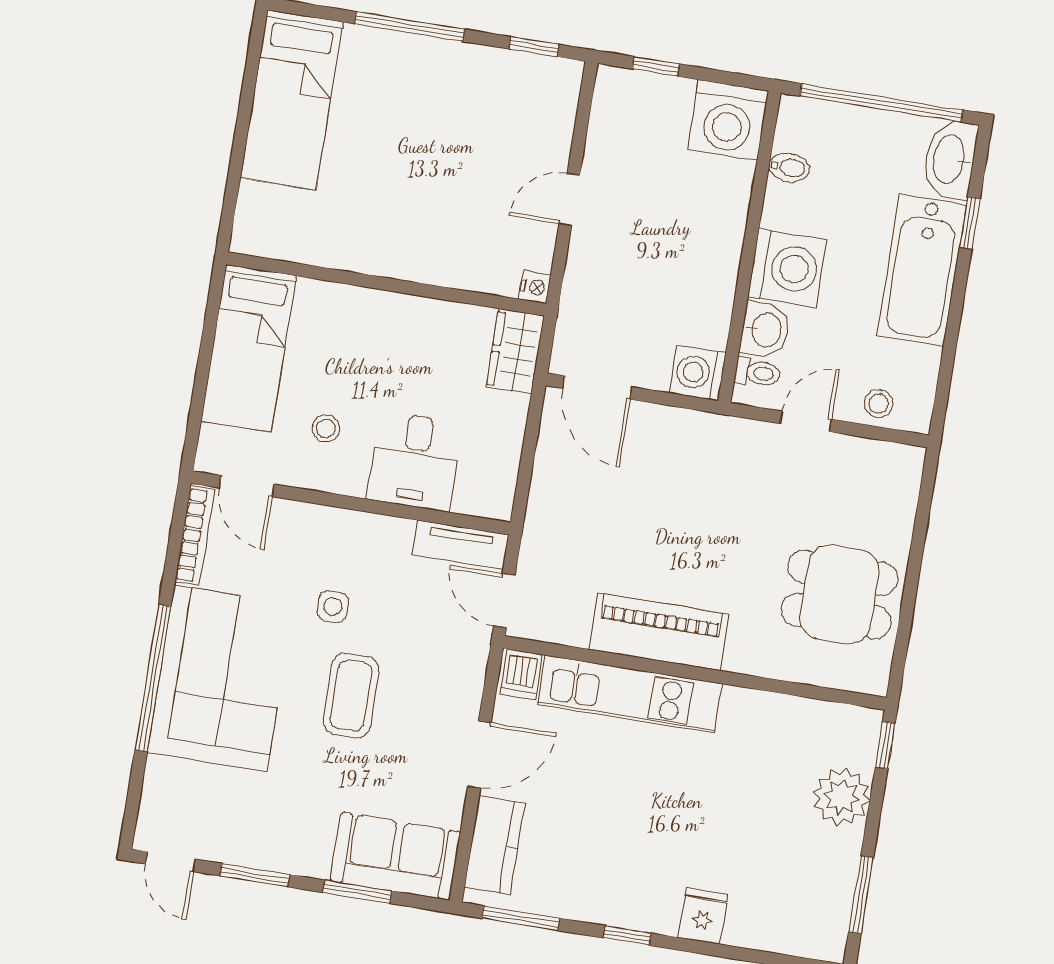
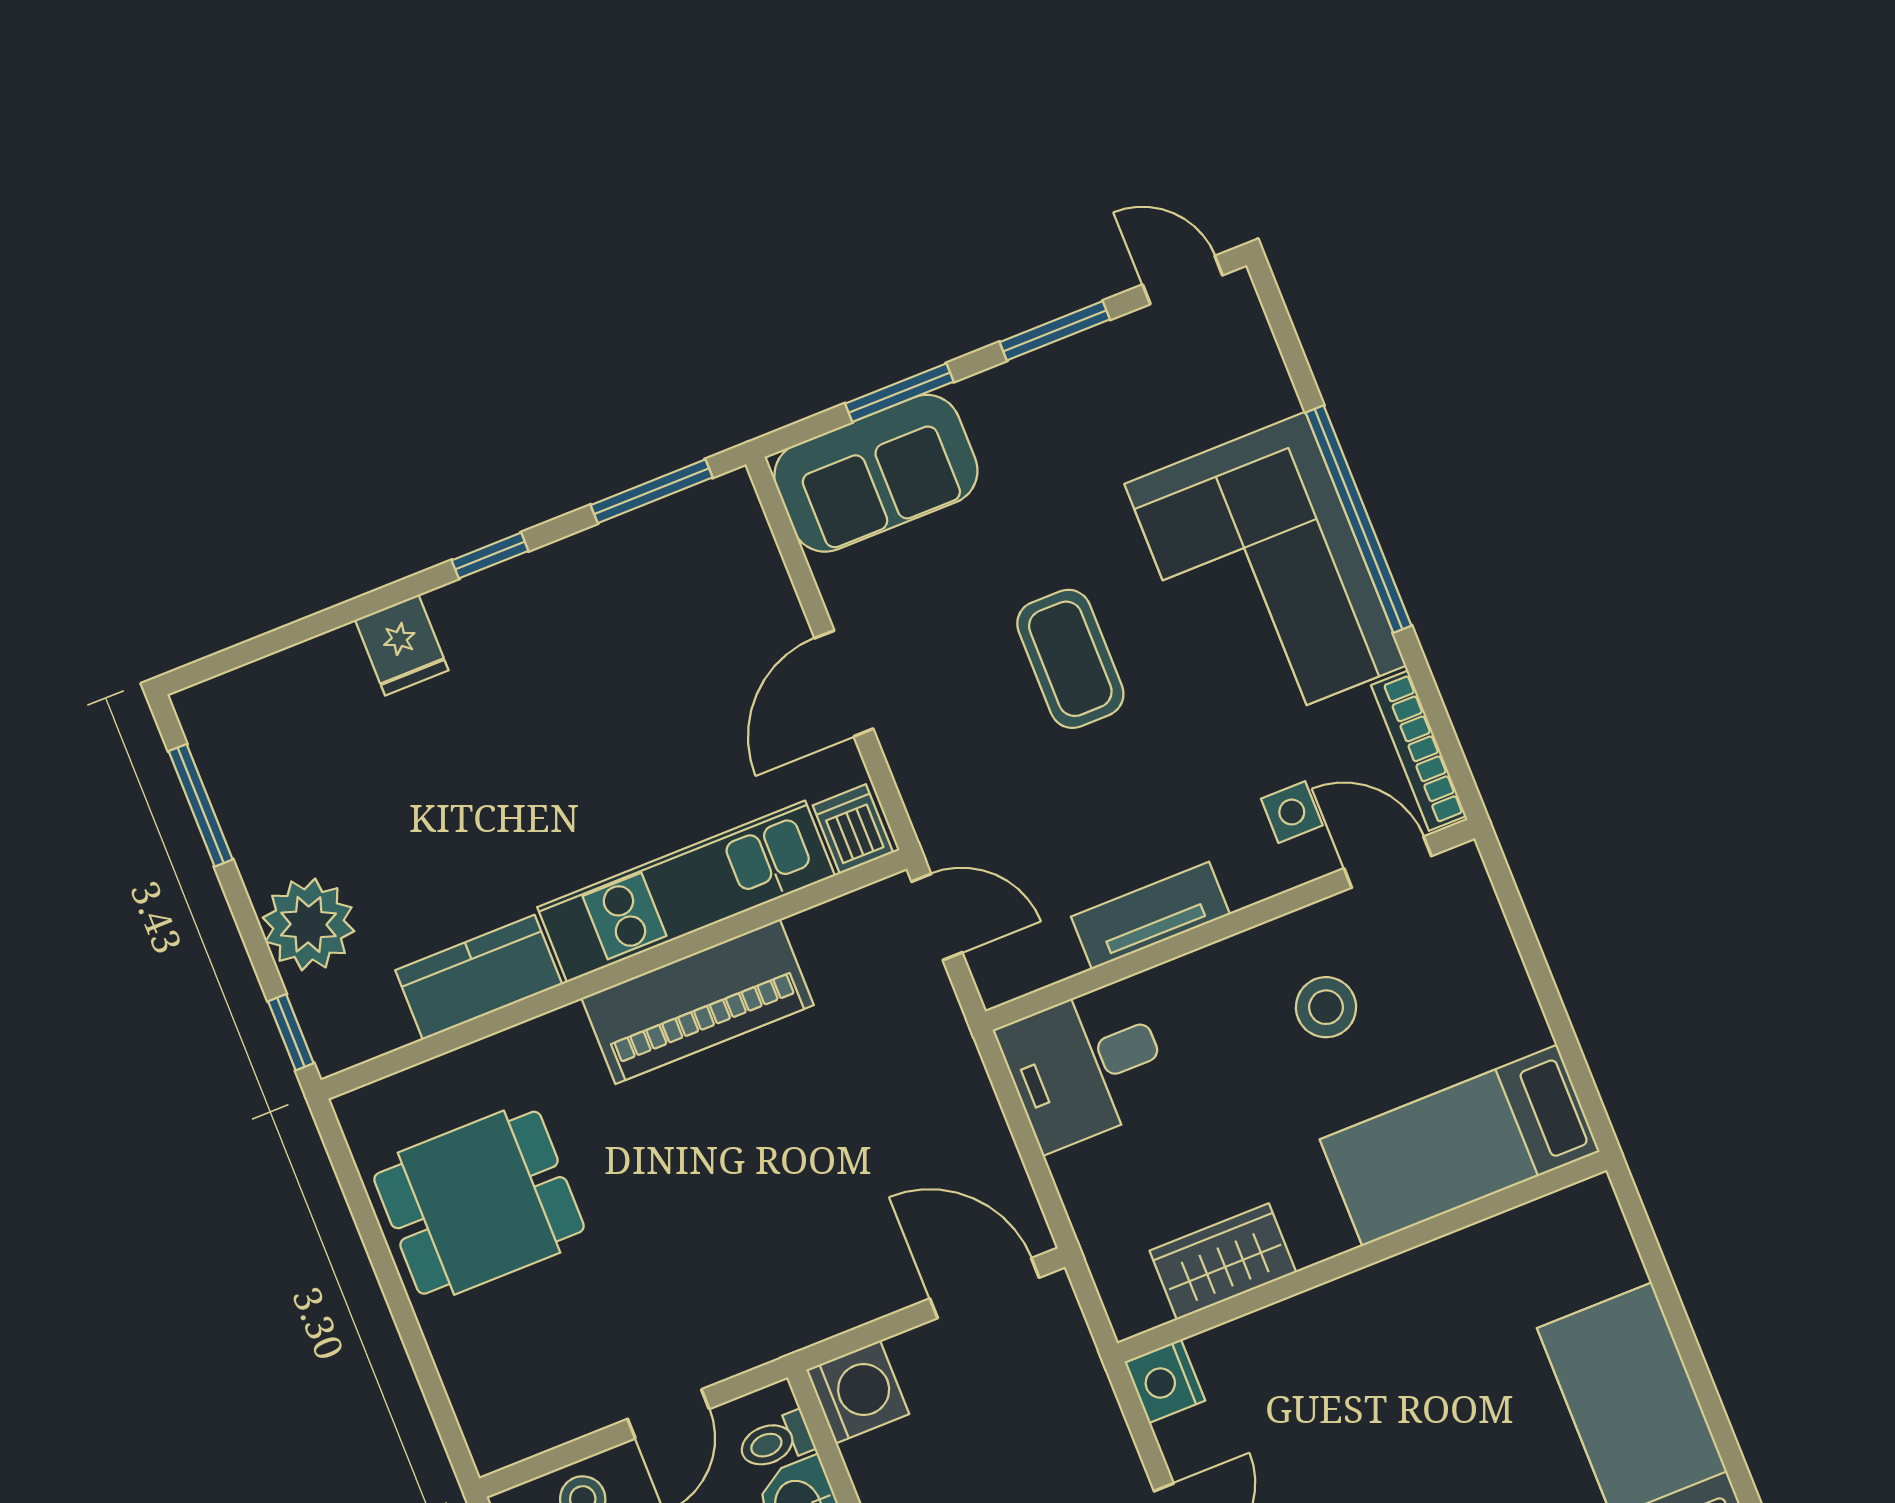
nightstand: (535, 287) -> (1165, 1381), width x1.39, depth x1.35
bed: (249, 348) -> (1460, 1145), moved, turned -90
wardrobe: (515, 351) -> (1223, 1261), moved, turned -90
stool: (326, 428) -> (1326, 1007), width x1.37, depth x1.37
desk: (415, 461) -> (1085, 1066), moved, turned -90
tv unit: (460, 545) -> (1150, 915), moved
side table: (333, 606) -> (1292, 812), moved
kitchen counter: (495, 845) -> (479, 977), moved, turned 90

